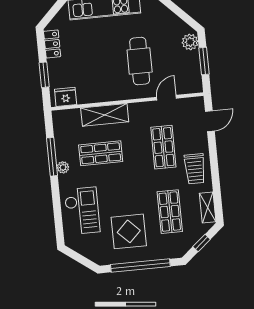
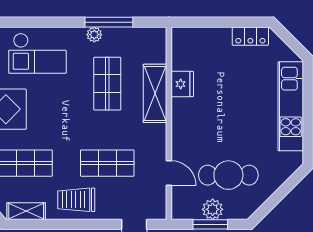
plant: (190, 42) -> (213, 209), moved
cafe table: (140, 61) -> (228, 175), moved
window: (44, 75) -> (213, 22), removed
fridge: (66, 97) -> (182, 84), moved

